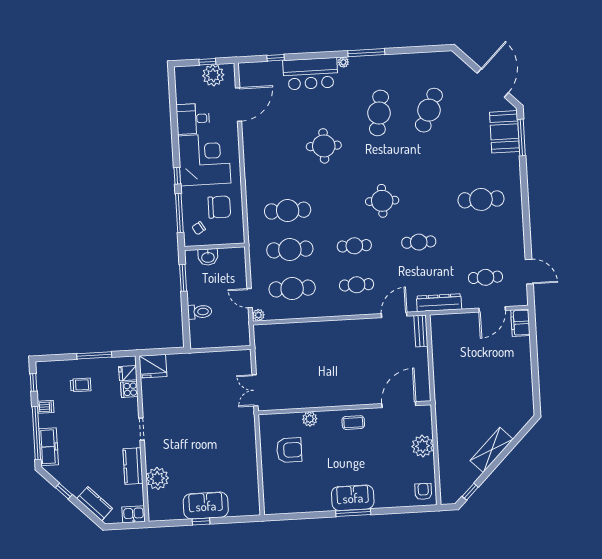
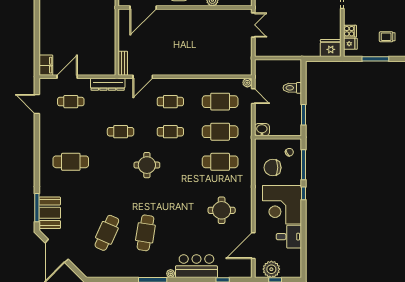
round table: (324, 146) -> (222, 210), moved
washbasin: (208, 257) -> (262, 130), moved

